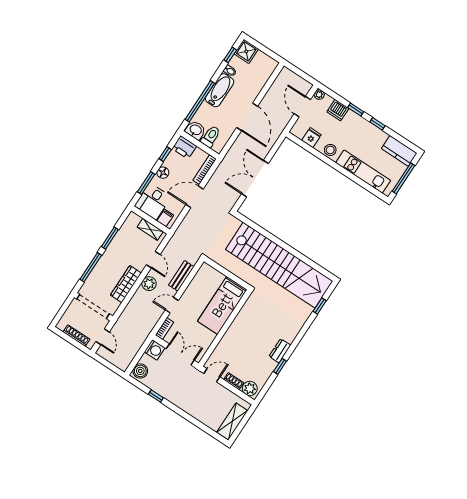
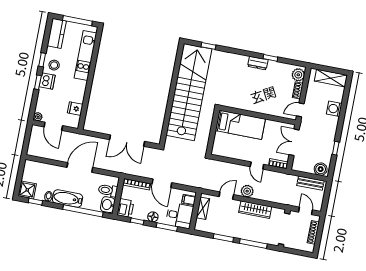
door: (302, 107) -> (53, 126), hinge flipped
dishwasher: (338, 110) -> (47, 81), moved
stool: (330, 150) -> (54, 65), moved
bench: (181, 276) -> (310, 183), moved
door: (103, 337) -> (305, 211), hinge flipped
washing machine: (155, 350) -> (334, 109), moved, turned -90
door: (212, 375) -> (300, 110), hinge flipped

